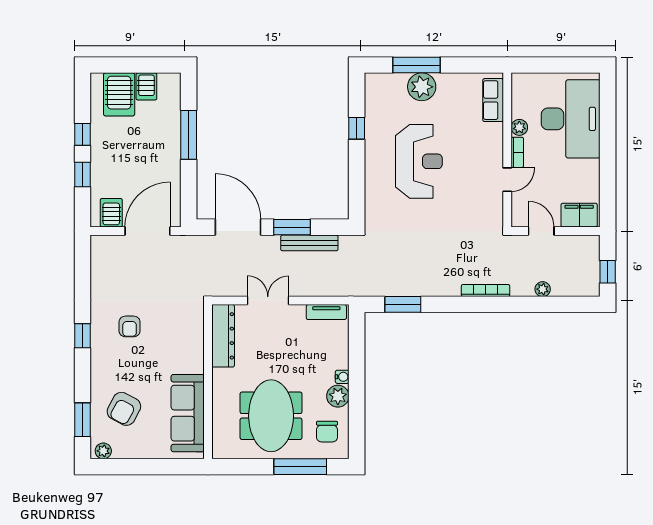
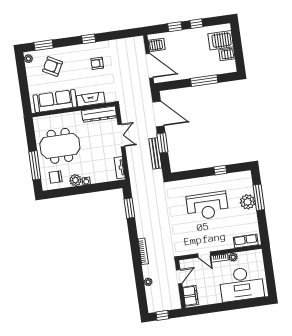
door: (238, 227) -> (158, 114), hinge flipped
fireplace: (194, 347) -> (91, 99), added

